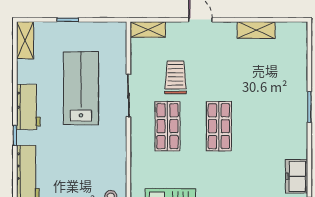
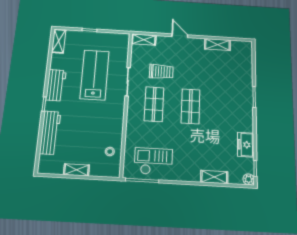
trolley: (176, 77) -> (161, 72), turned 90

